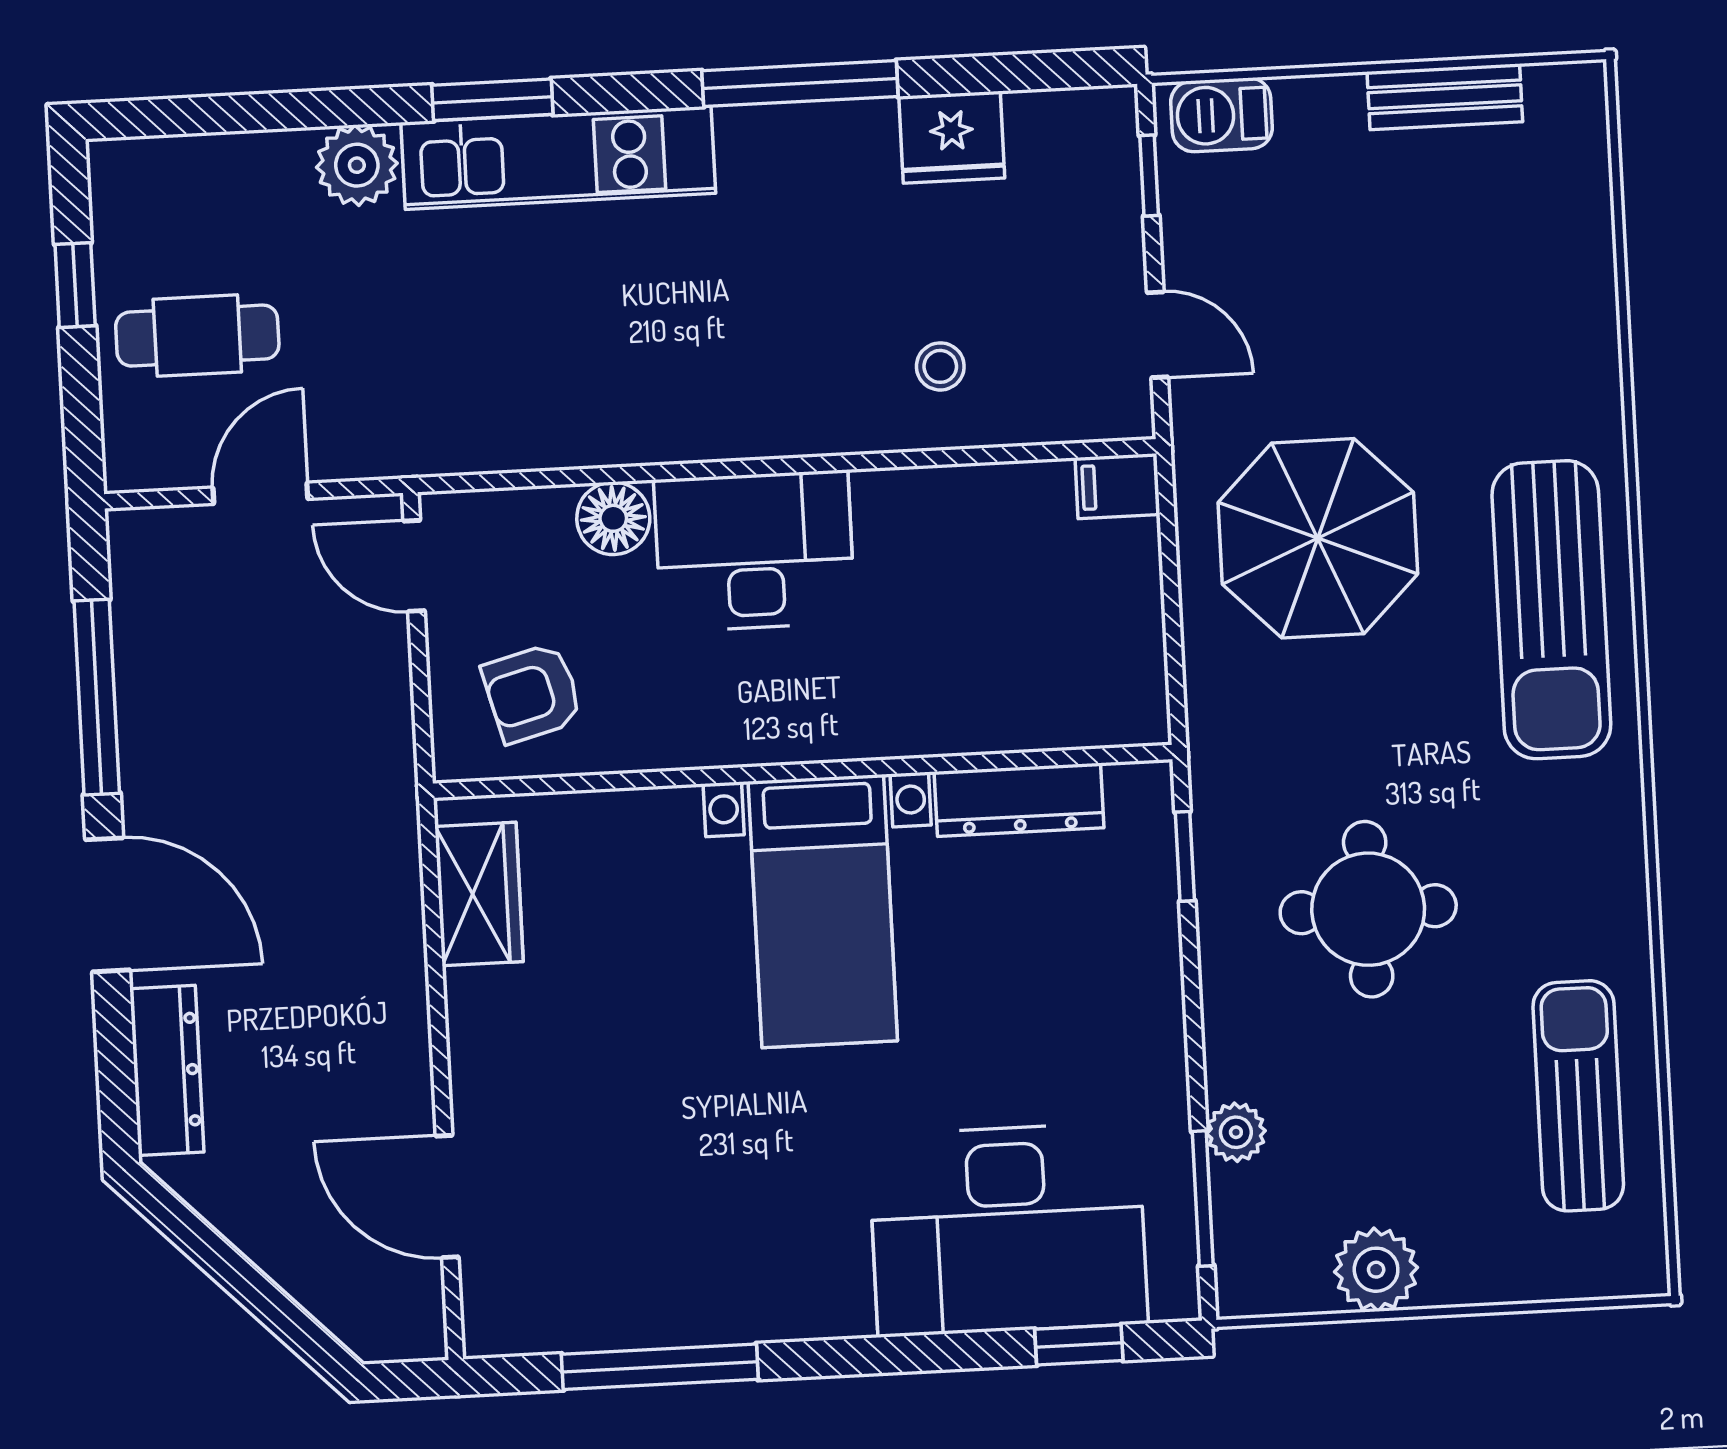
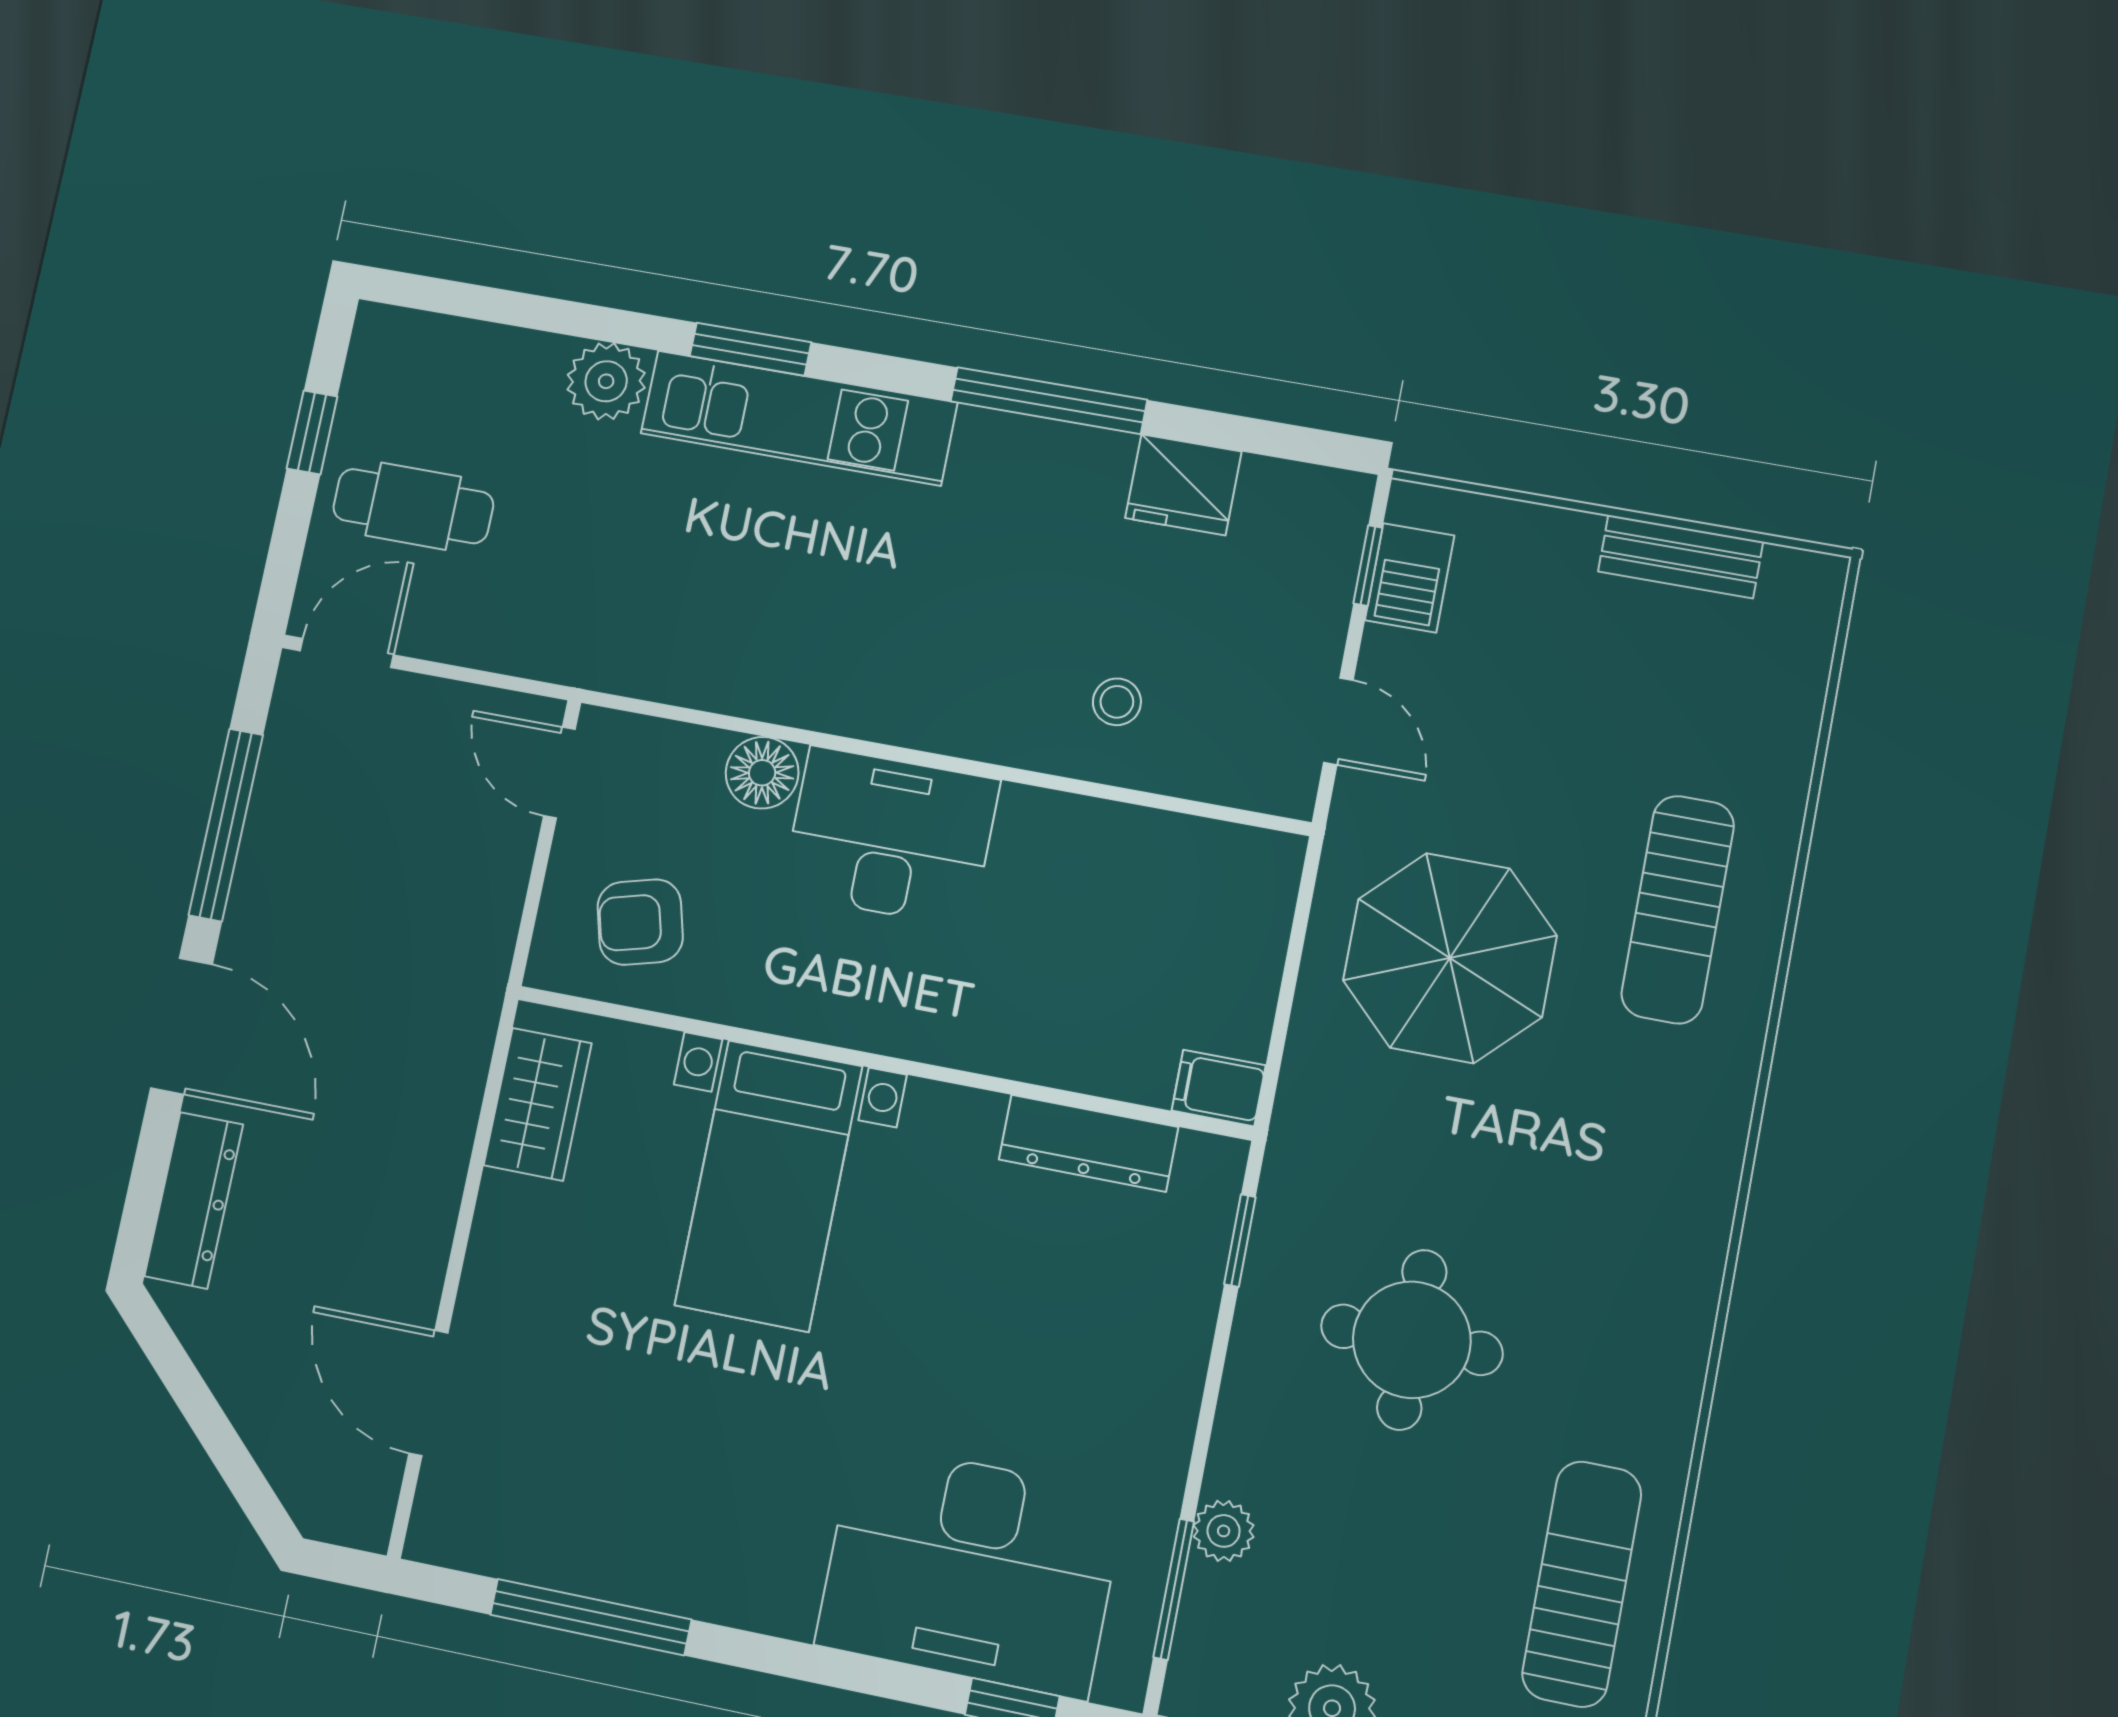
barbecue: (1222, 115) -> (1410, 578), moved, turned -90
filing cabinet: (1117, 486) -> (1219, 1088), moved
door: (260, 493) -> (347, 653), moved
sun lounger: (1551, 610) -> (1678, 909), moved, width x0.73, depth x0.75
bed with nightstands: (823, 911) -> (769, 1186), moved

